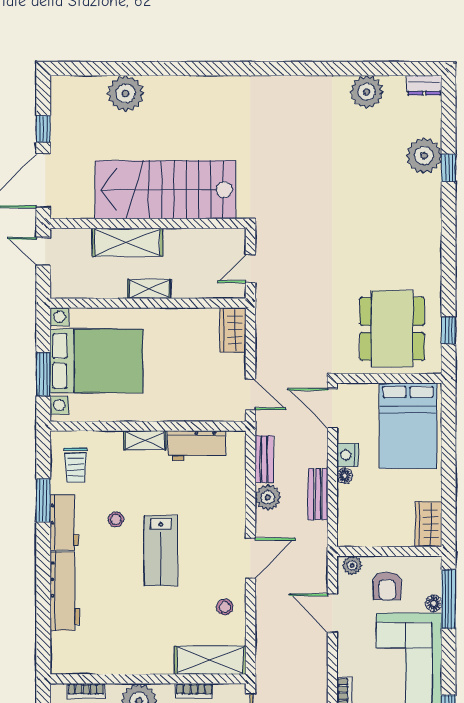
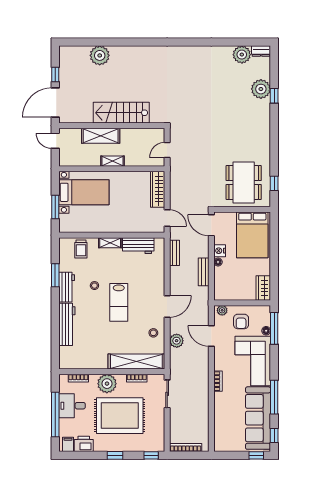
plant: (367, 92) -> (242, 55), moved
stairs: (165, 190) -> (121, 113), width x0.73, depth x0.66
wardrobe: (233, 330) -> (158, 189), width x1.50
bed with nightstands: (96, 361) -> (84, 192), width x0.73
trolley: (75, 465) -> (81, 249), moved
plant: (268, 497) -> (177, 341), moved
shelving: (210, 660) -> (136, 361), width x1.47

